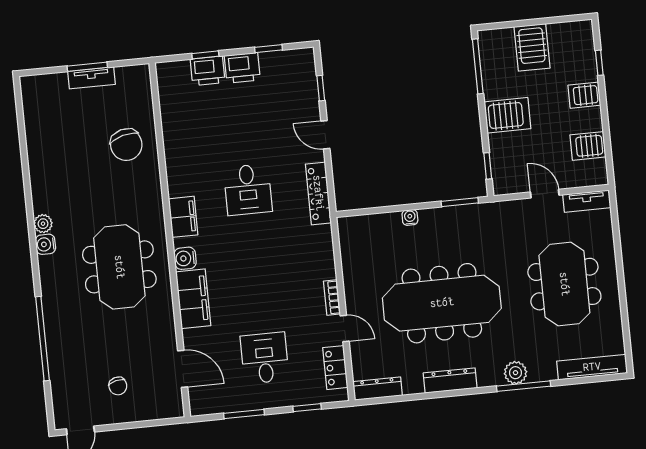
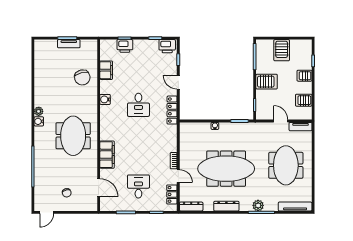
printer: (242, 68) -> (167, 46), moved
filing cabinet: (183, 217) -> (106, 70), moved
water cooler: (185, 258) -> (105, 99), moved

